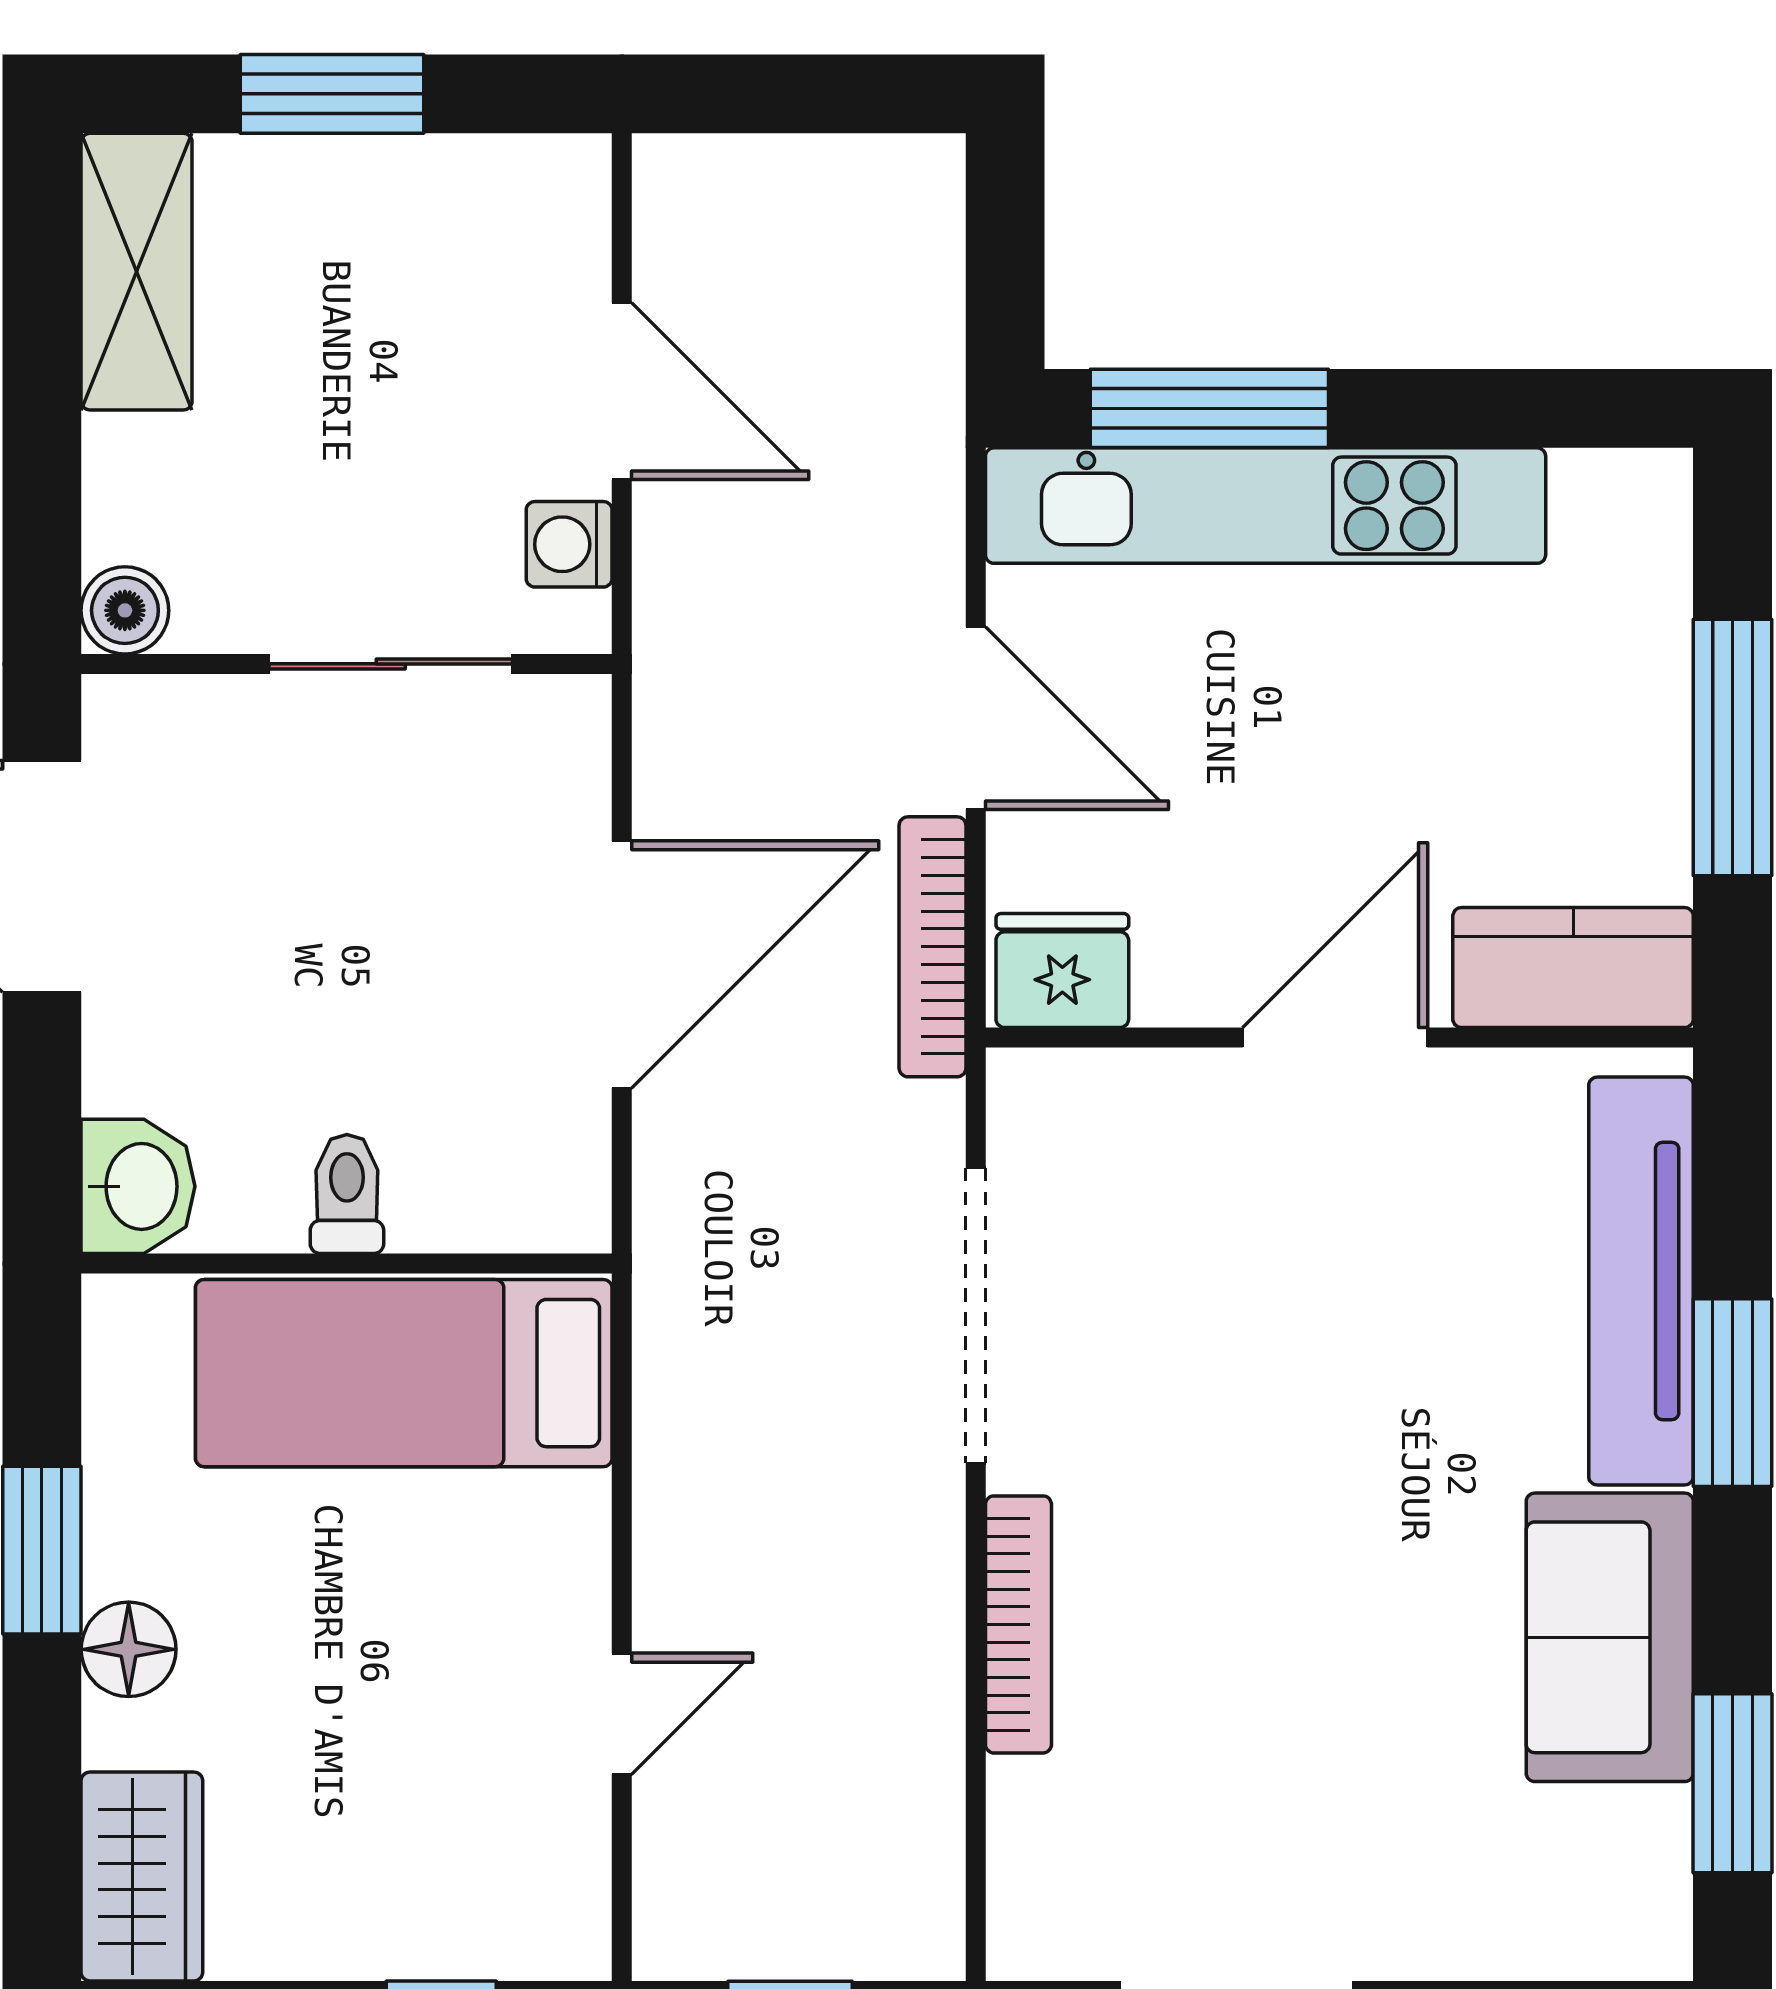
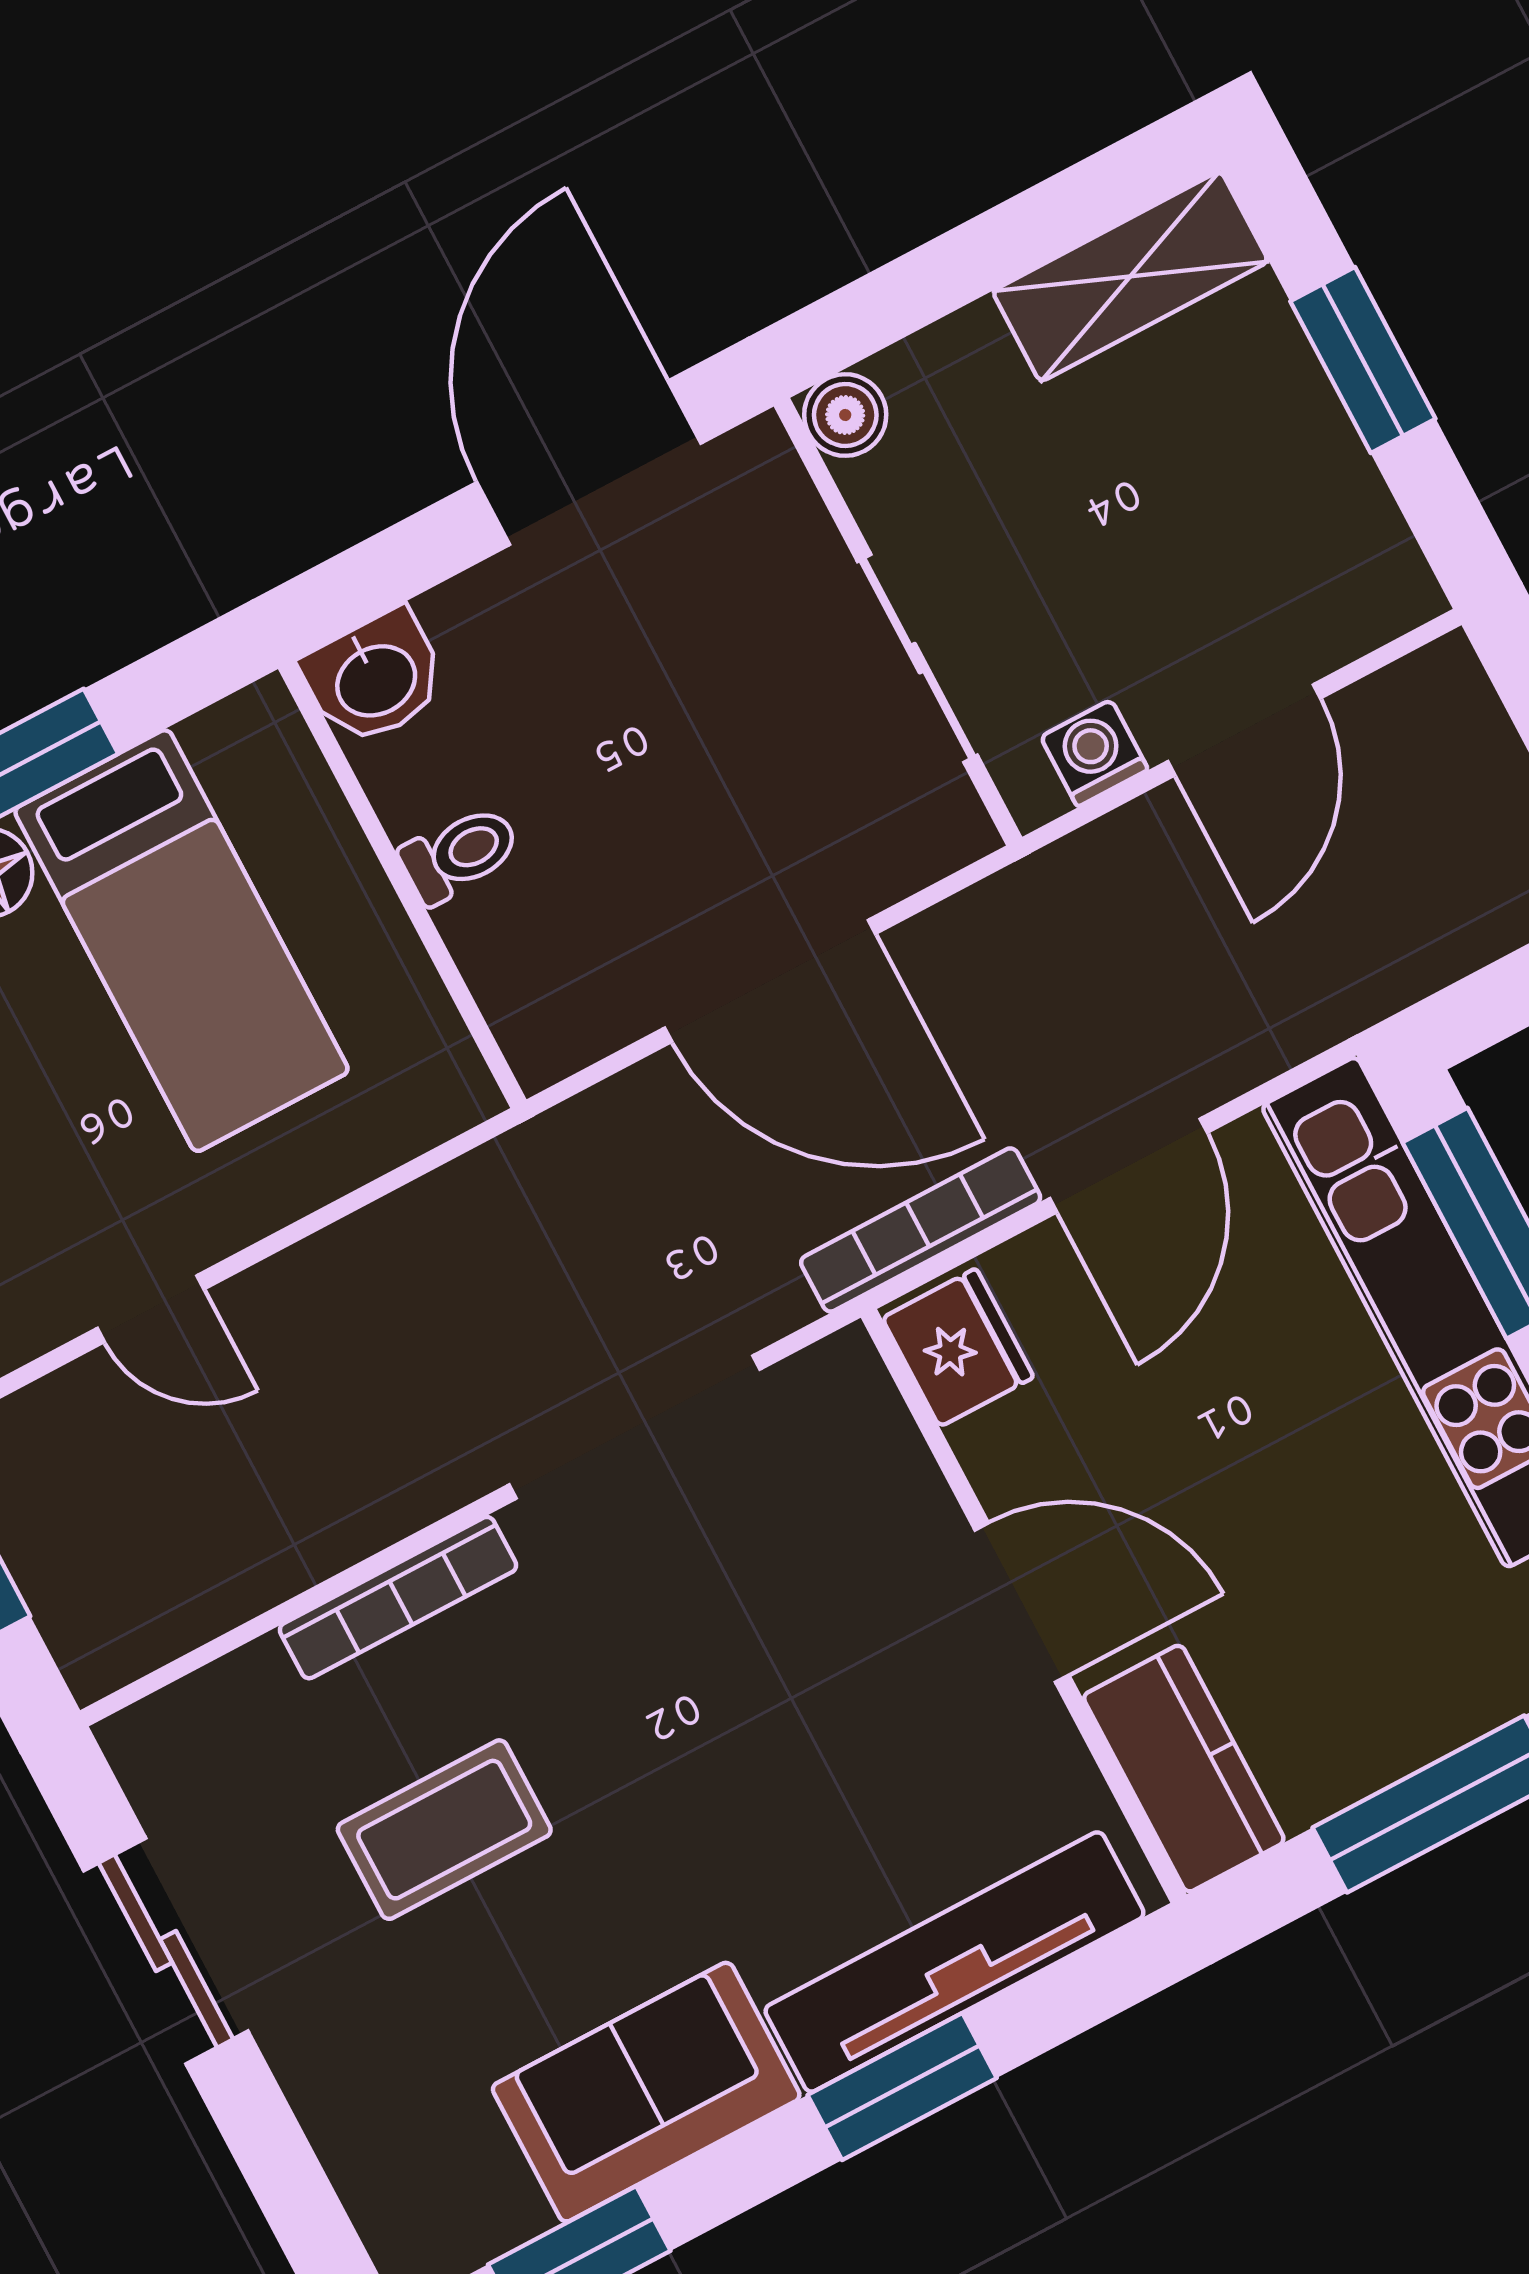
bed: (404, 1373) -> (181, 941), moved, turned 180
coffee table: (1261, 1697) -> (444, 1830), added

